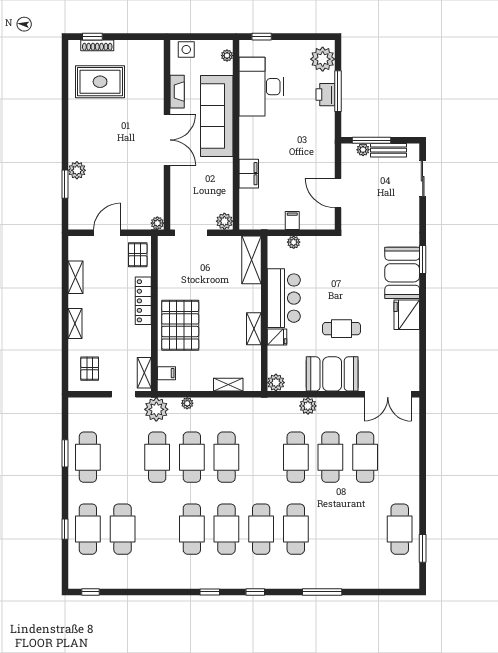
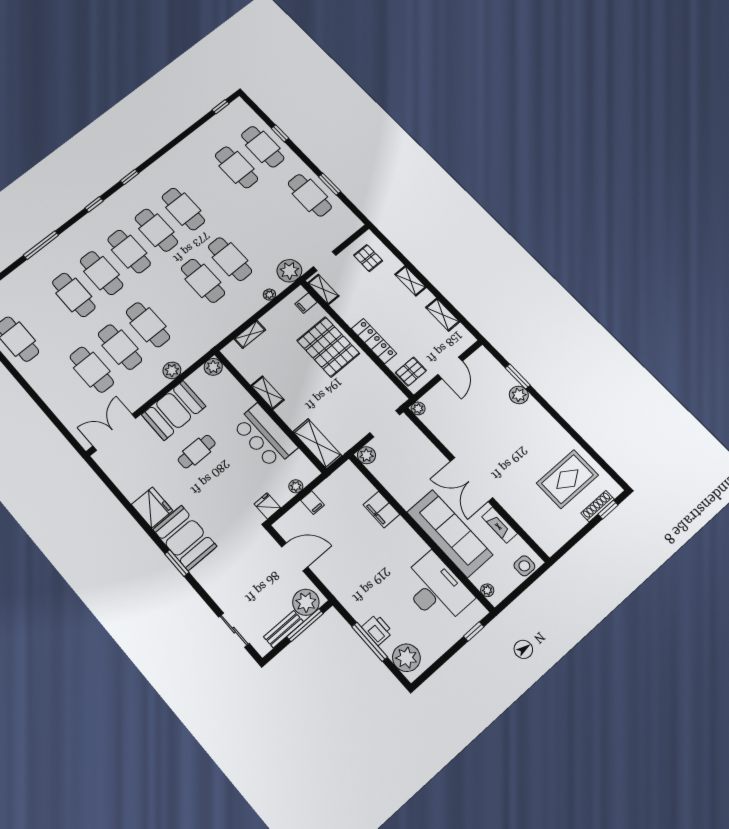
plant: (363, 150) -> (306, 602), width x1.88, depth x1.88
pallet: (138, 255) -> (411, 372), turned 90
fridge: (277, 337) -> (267, 506), moved, turned 90
cafe table: (157, 457) -> (74, 295), moved

